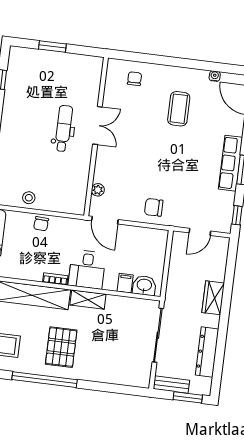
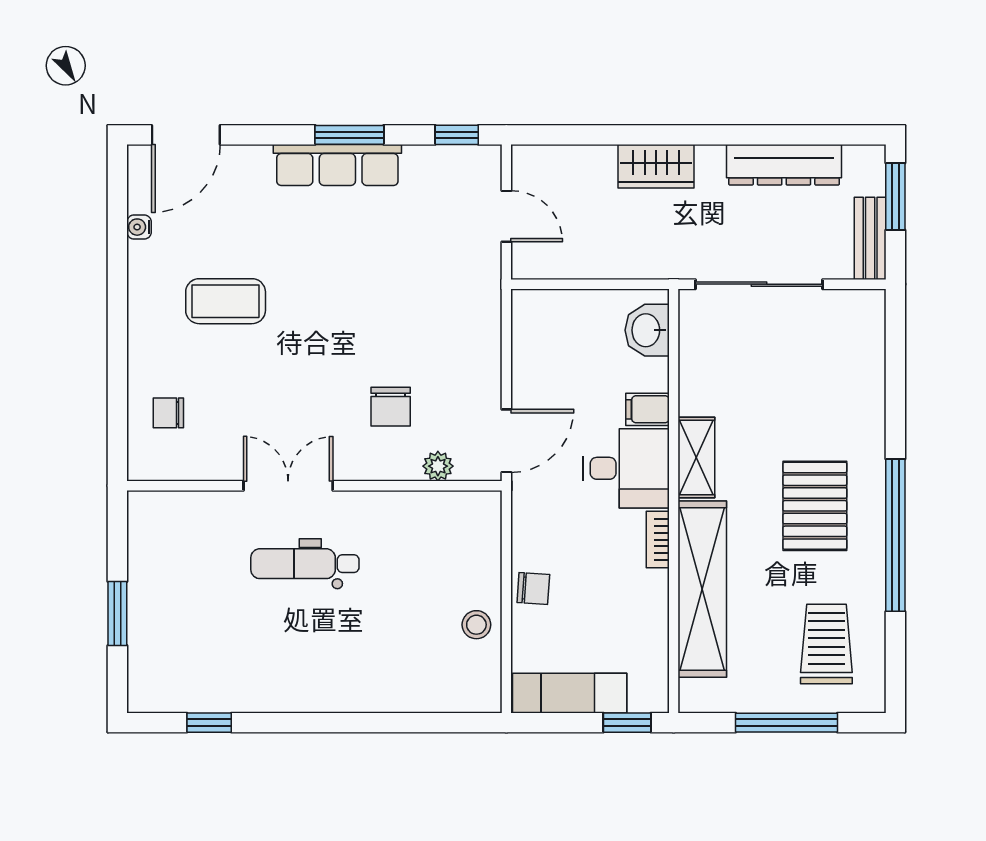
chair: (154, 207) -> (391, 407), moved
filing cabinet: (125, 283) -> (647, 409), moved
pallet: (61, 347) -> (815, 506), turned 90

